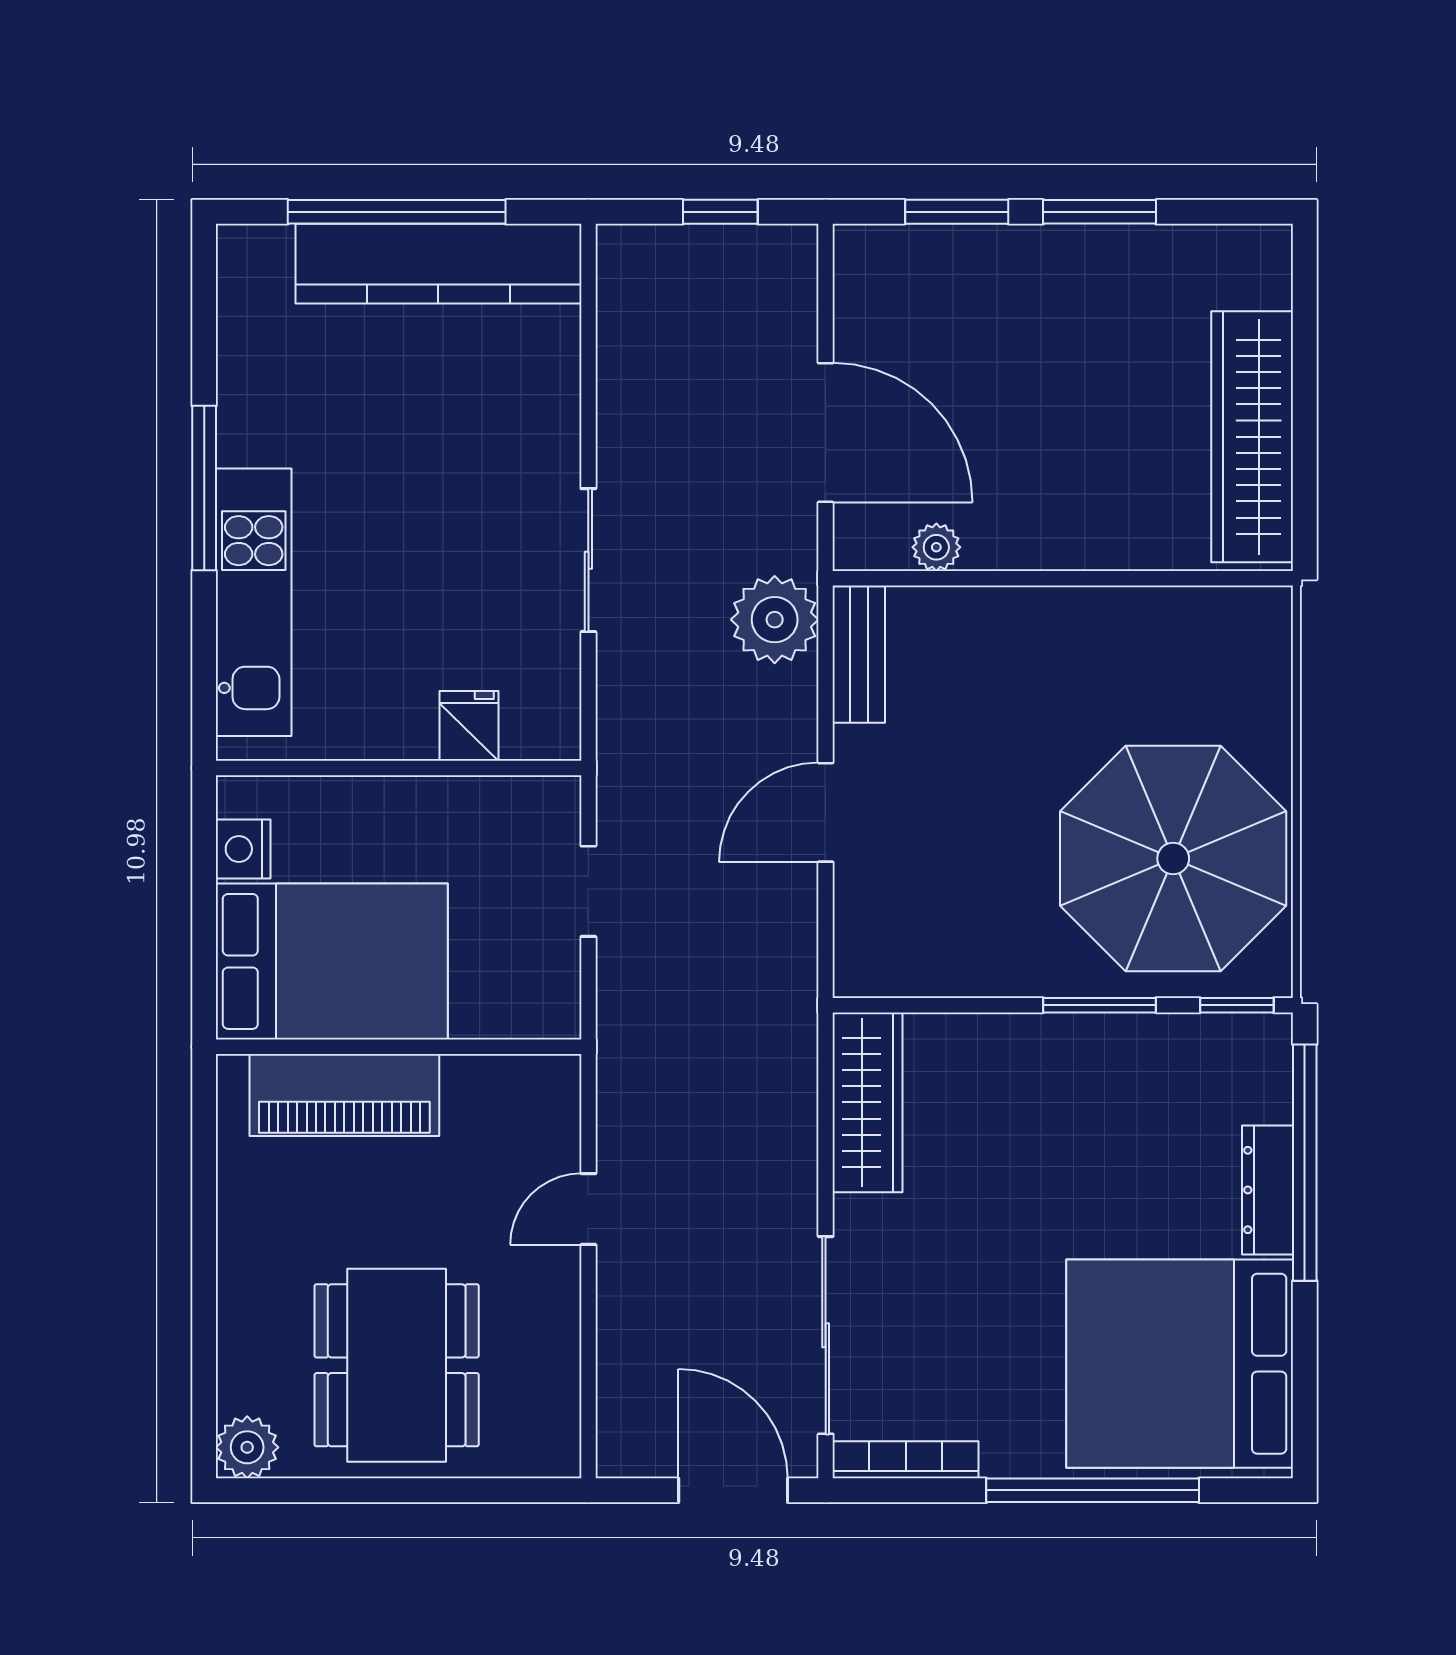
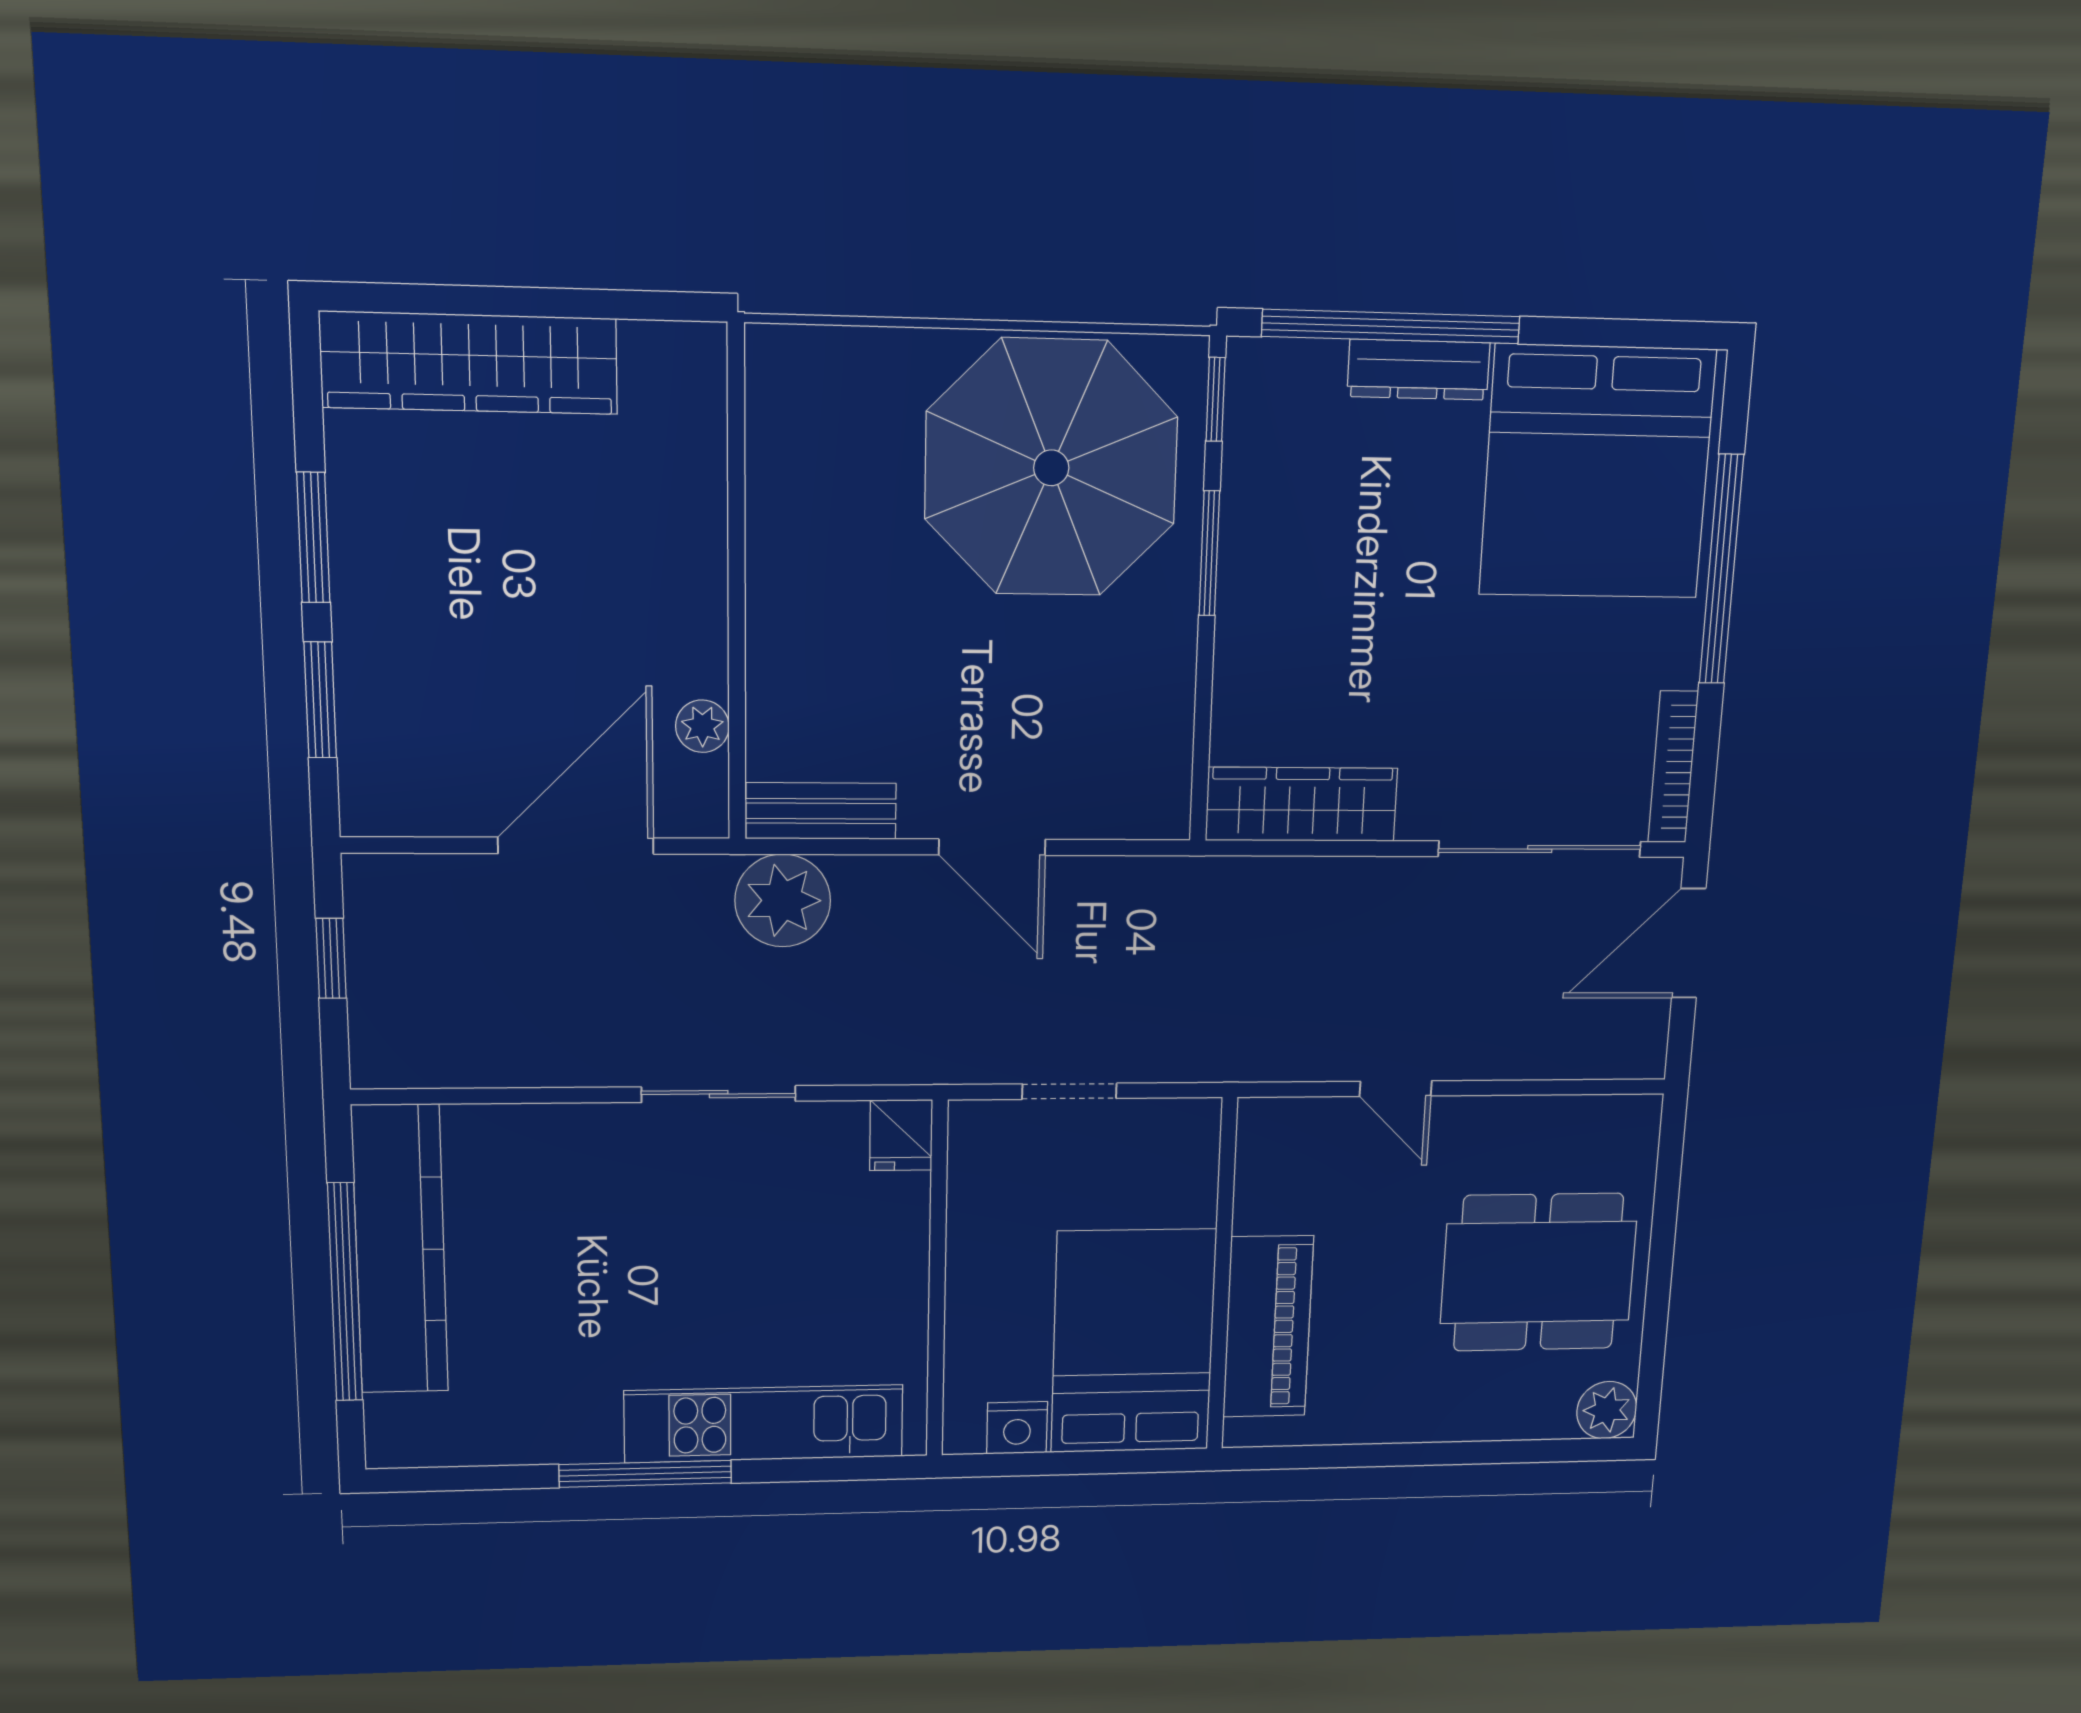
wardrobe: (1252, 437) -> (469, 363), moved
fridge: (469, 726) -> (901, 1135), moved, turned -90

